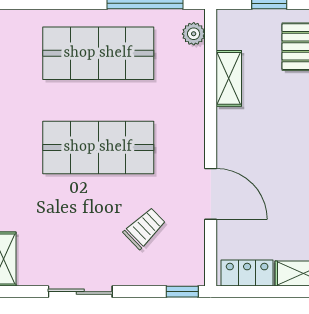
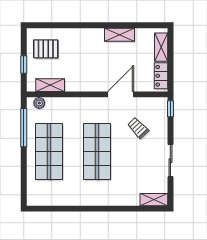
shelving: (229, 78) -> (50, 85), moved

